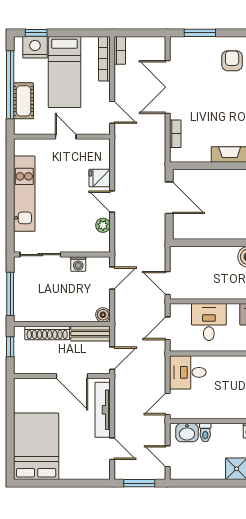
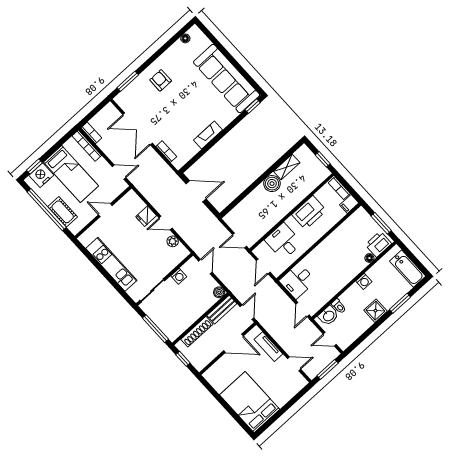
tv unit: (103, 410) -> (268, 347), width x0.71

